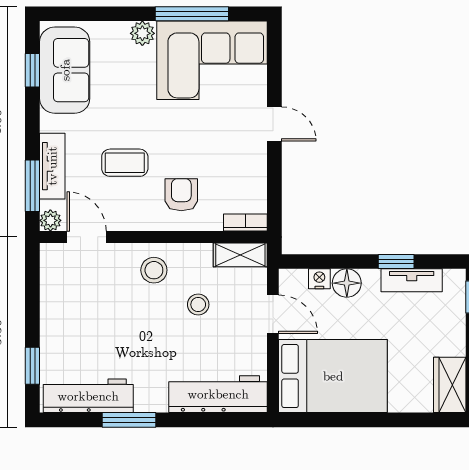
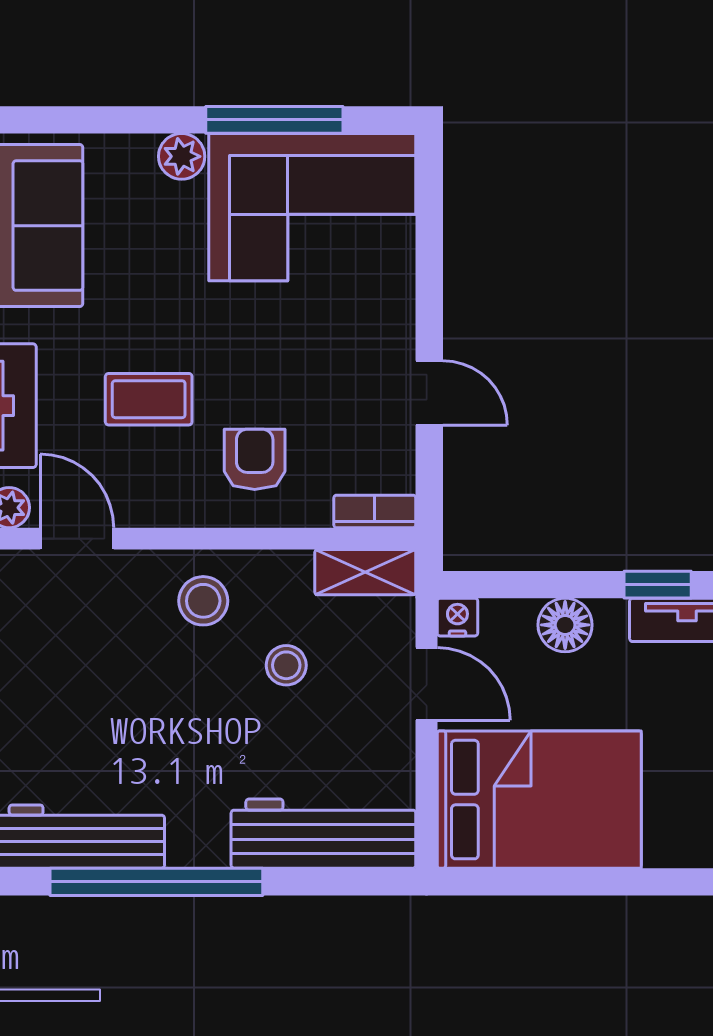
door: (274, 124) -> (429, 393), moved
nightstand: (319, 279) -> (457, 617), moved
window: (129, 420) -> (156, 882), width x2.11

